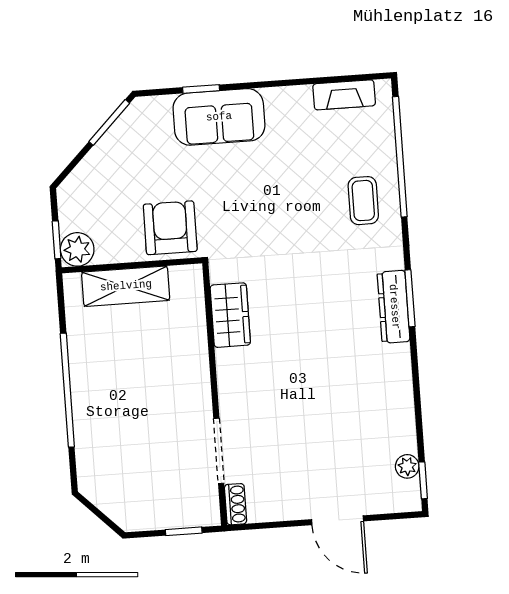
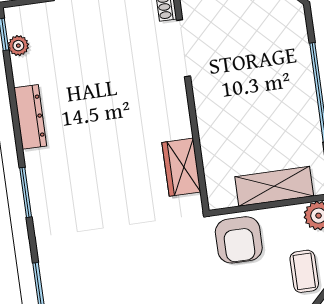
coffee table: (363, 201) -> (304, 271), moved
dresser: (394, 307) -> (30, 117), moved

